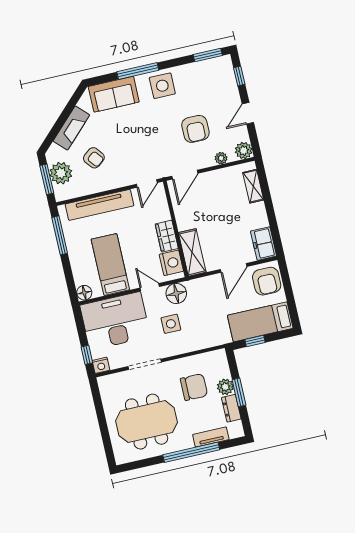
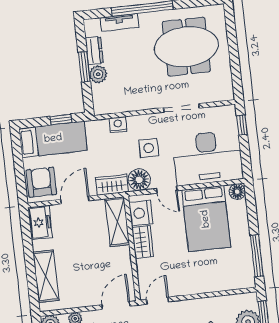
shelving: (253, 186) -> (46, 276), width x1.50, depth x1.33
tv unit: (99, 205) -> (211, 283), removed
bed: (110, 264) -> (206, 219), width x1.50
wardrobe: (201, 286) -> (112, 185), added
nightstand: (101, 365) -> (118, 125), moved
chair: (194, 387) -> (132, 78), removed

